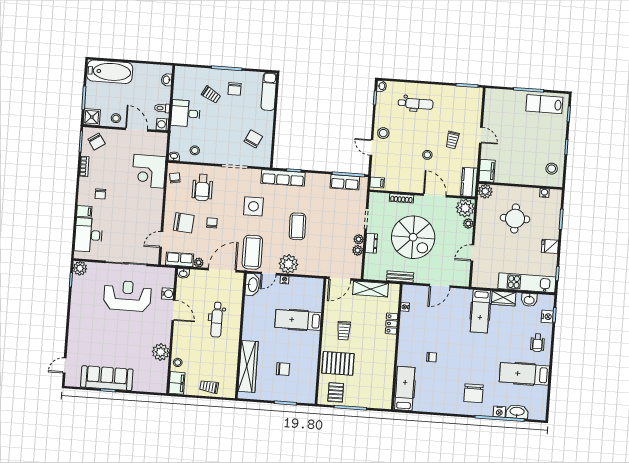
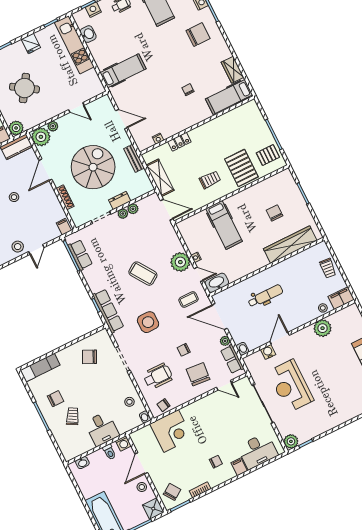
round table: (515, 219) -> (24, 88), turned 33
coffee table: (297, 226) -> (143, 274), turned 57
coffee table: (252, 252) -> (189, 300), width x0.54, depth x0.58
wardrobe: (504, 298) -> (232, 70), moved, turned 180

